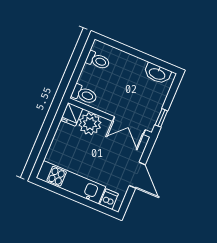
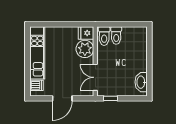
toilet: (98, 60) -> (116, 36), moved

